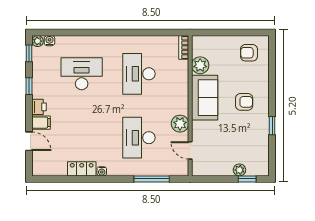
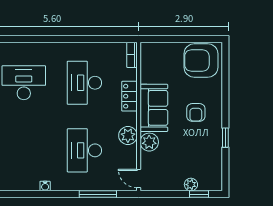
armchair: (249, 53) -> (201, 61), width x1.88, depth x1.88
plant: (200, 65) -> (149, 142), moved
armchair: (244, 102) -> (196, 112), turned 90
door: (190, 150) -> (139, 179), moved
locker: (82, 169) -> (129, 96), moved, turned -90

